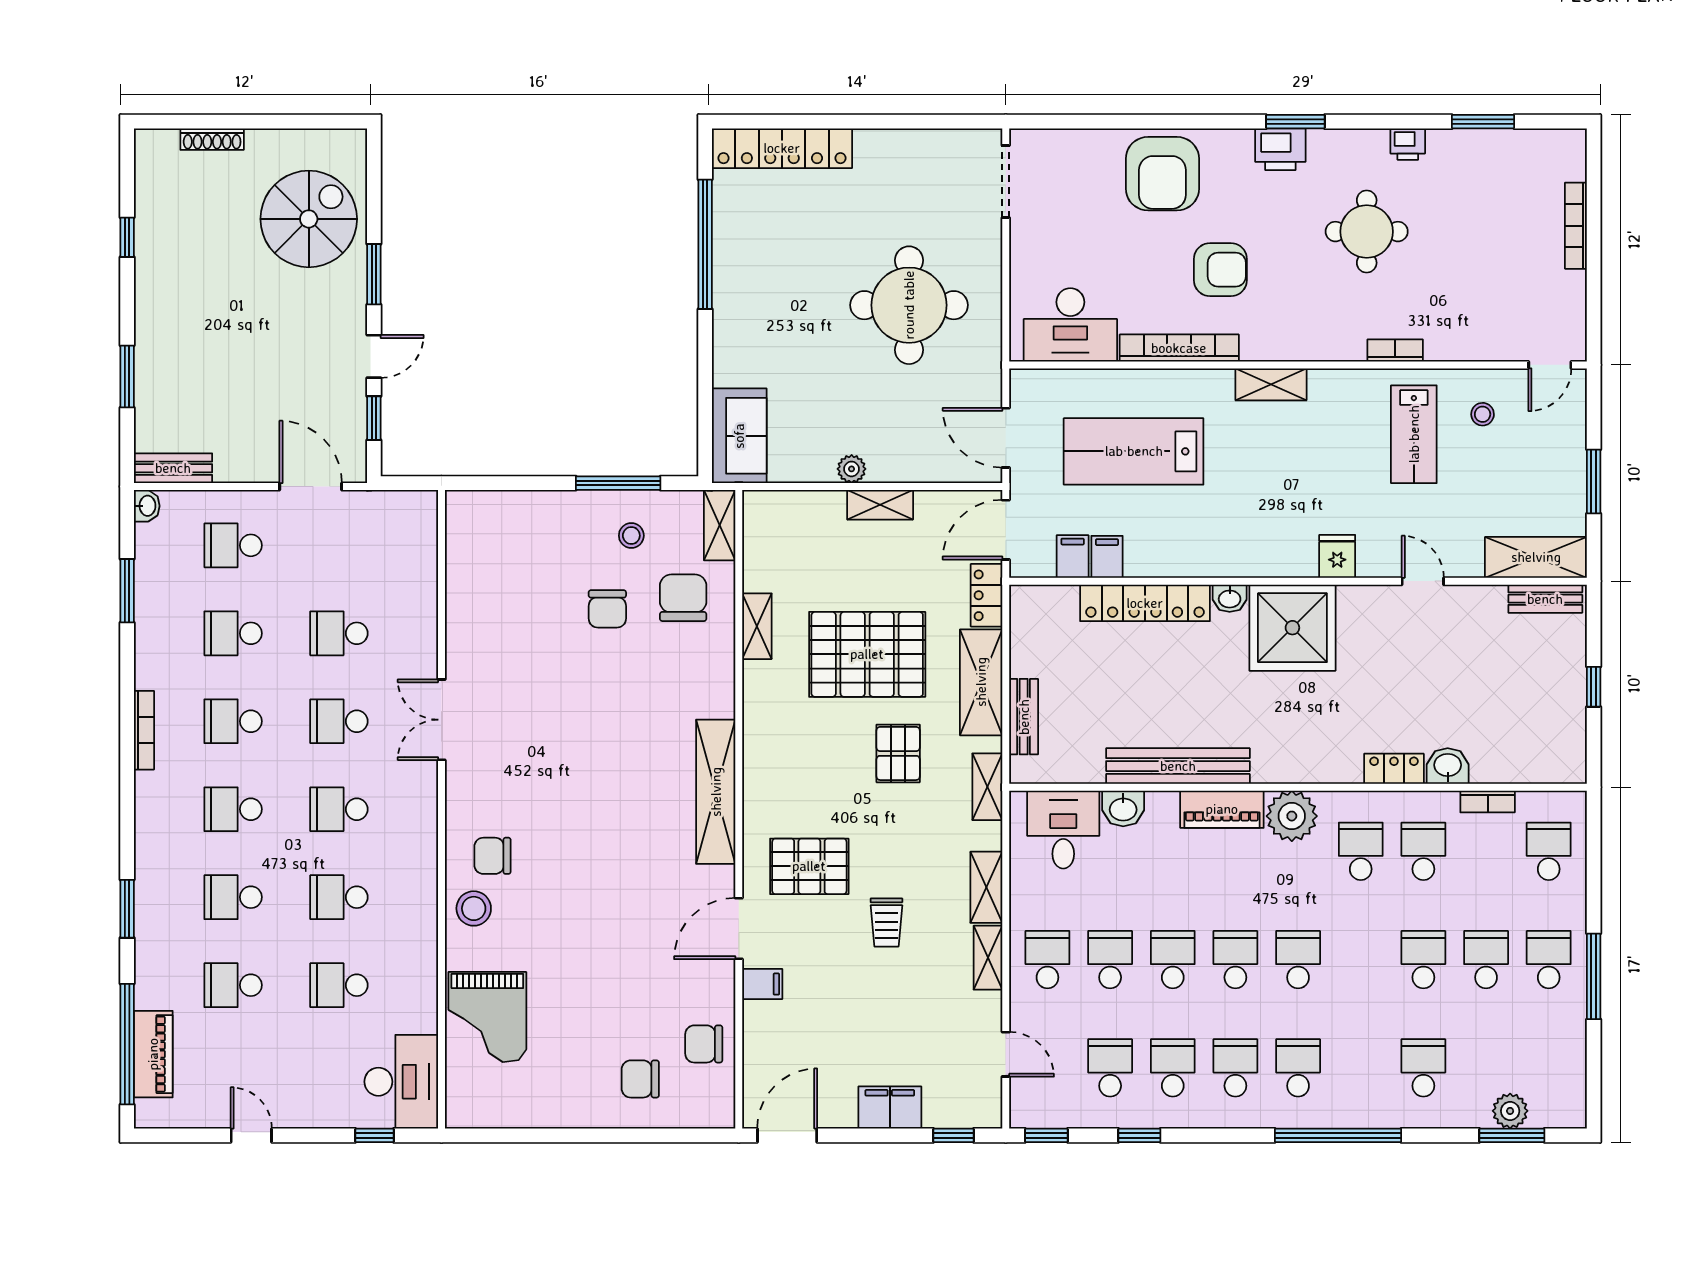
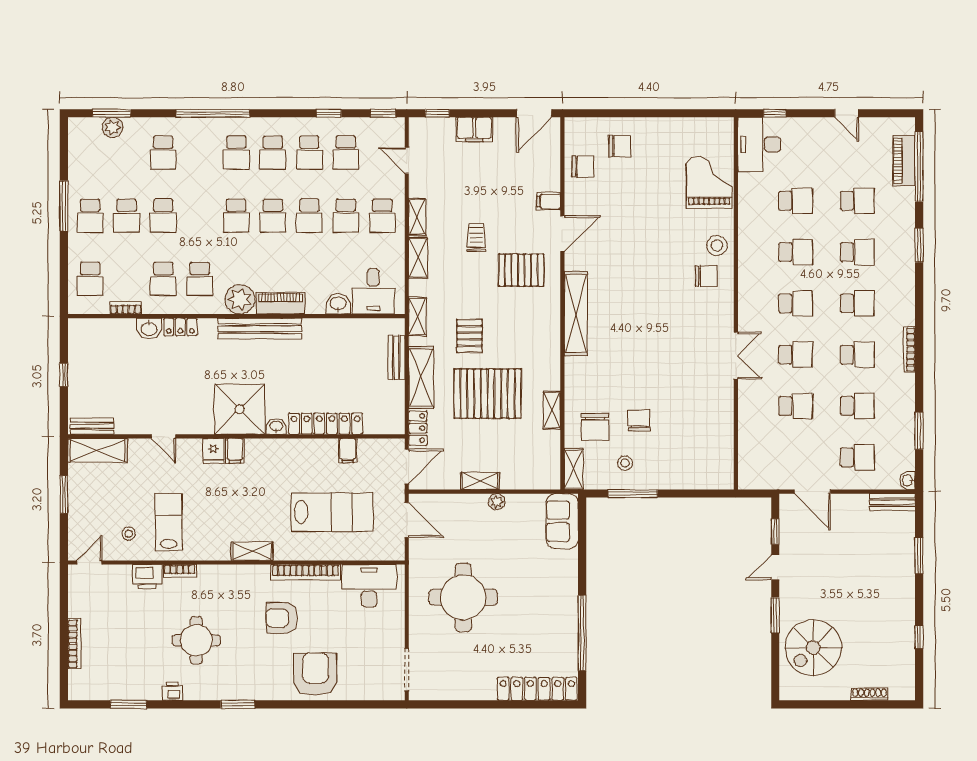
printer: (1280, 149) -> (147, 577), moved, turned 180
filing cabinet: (1073, 556) -> (235, 451), moved
bench: (1178, 766) -> (260, 329), moved

